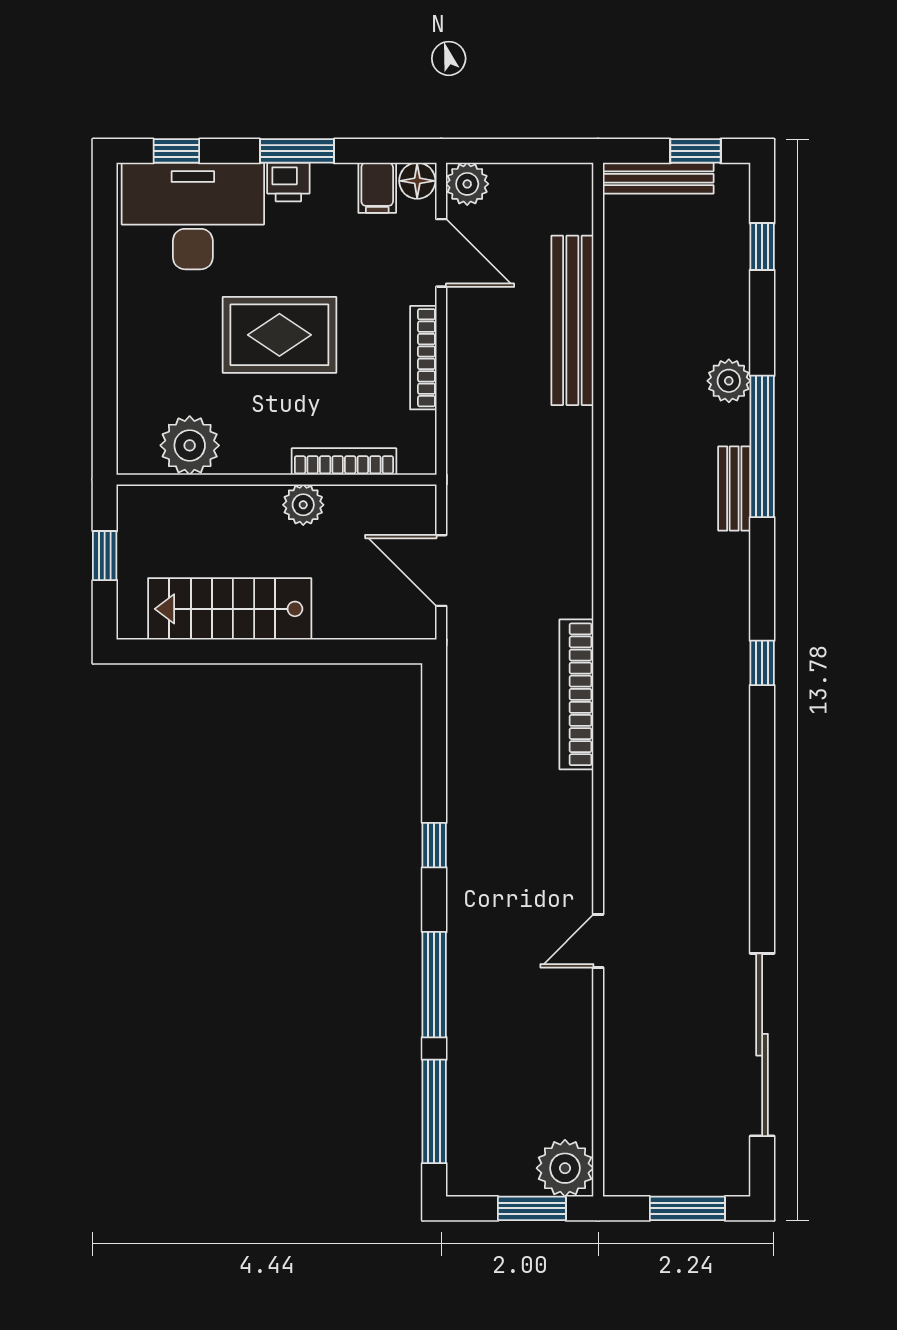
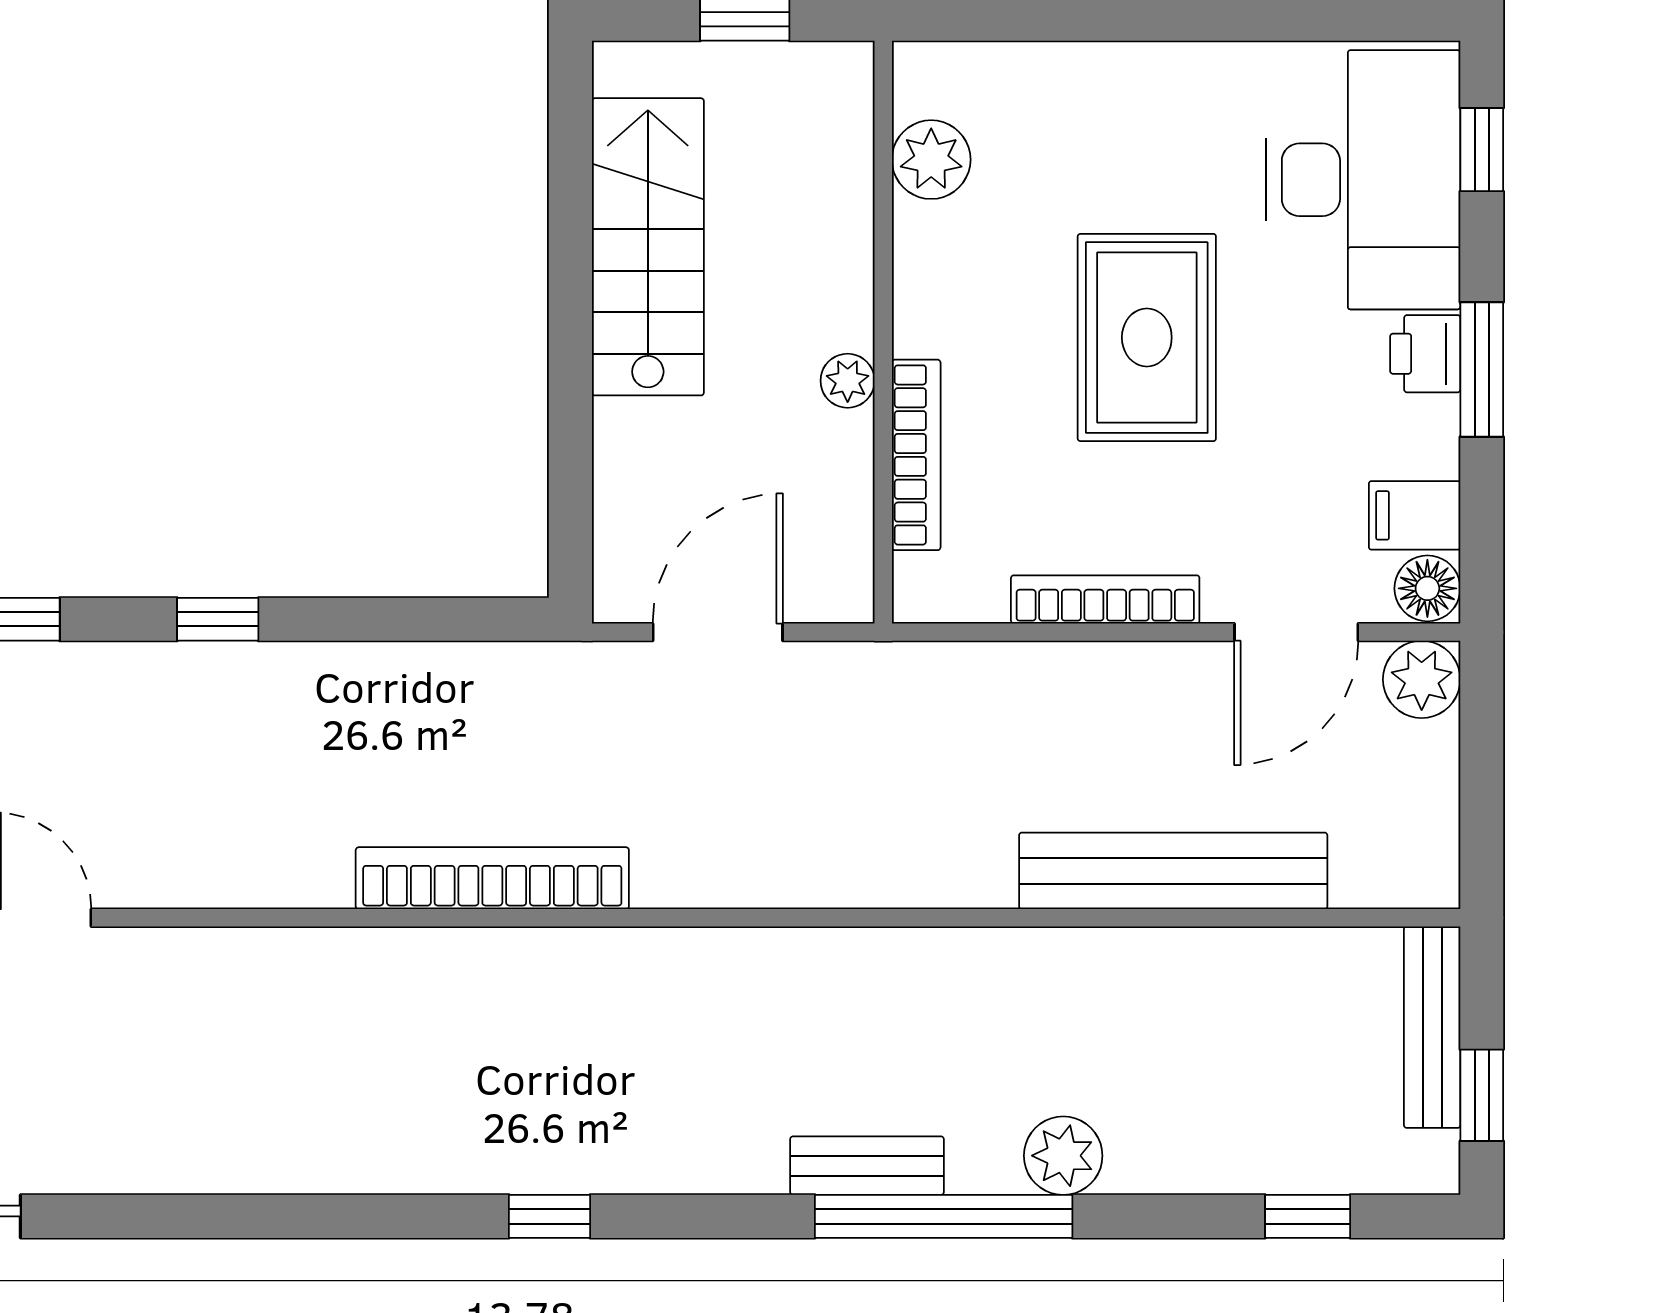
plant: (190, 445) -> (931, 160), width x0.73, depth x0.73
plant: (303, 505) -> (848, 381), width x0.73, depth x0.73

